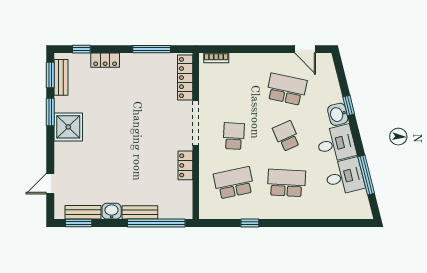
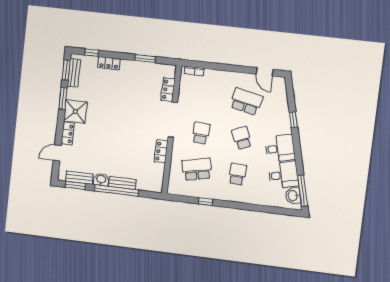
window: (152, 49) -> (145, 59), width x0.69
locker: (185, 78) -> (168, 90), width x0.66
washbasin: (338, 114) -> (293, 196), moved
locker: (61, 157) -> (68, 134), added
window: (366, 175) -> (303, 191), moved
school desk: (287, 183) -> (238, 174), width x0.54
window: (156, 223) -> (116, 191), moved

